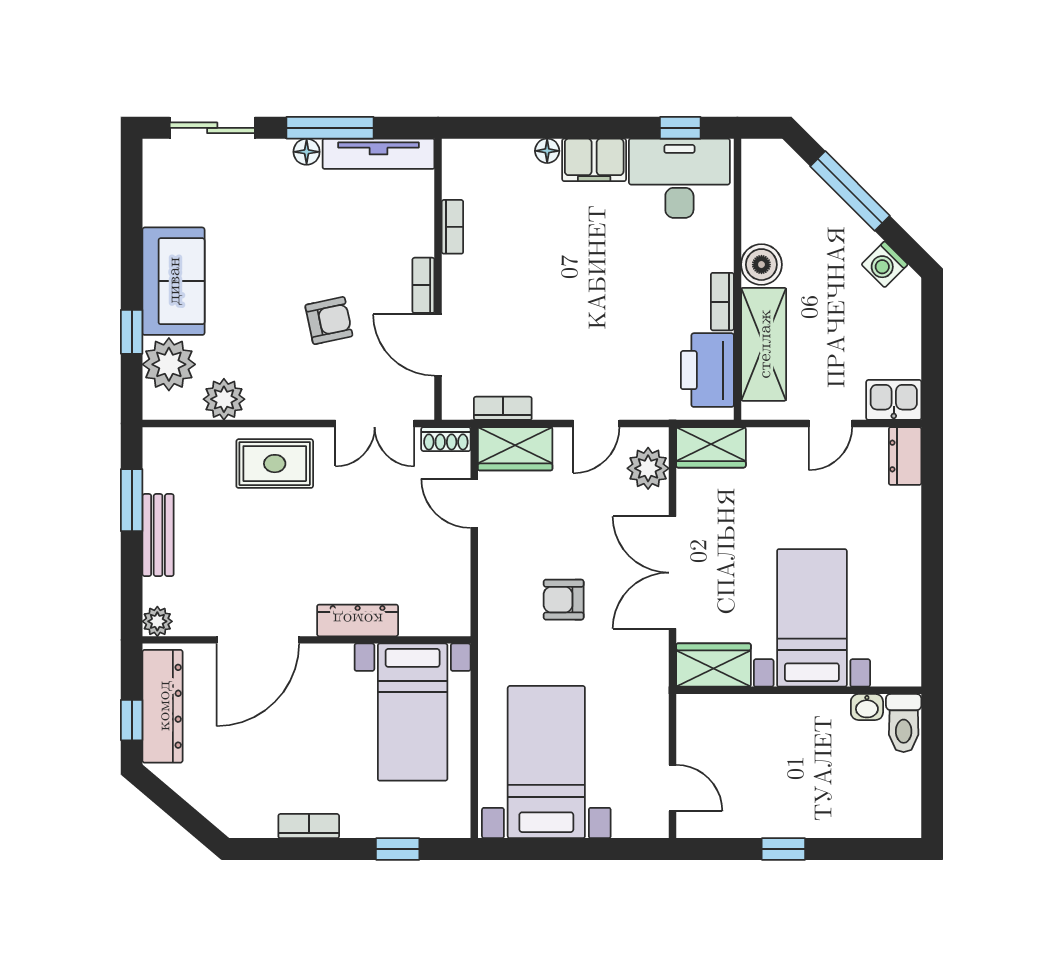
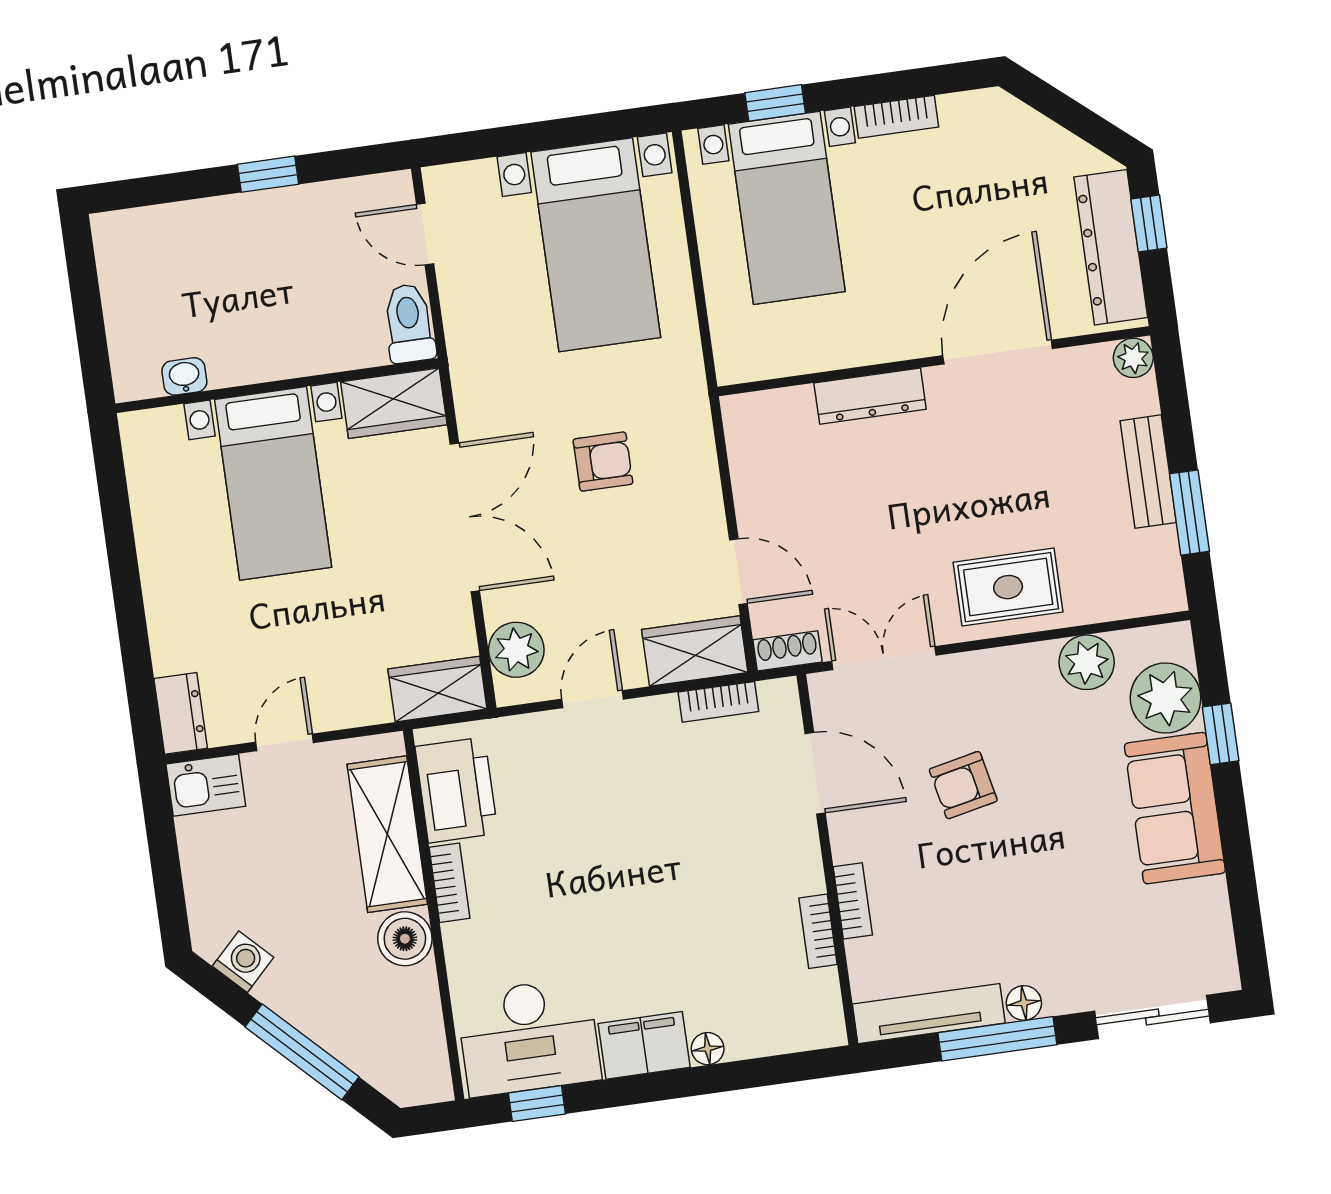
bookcase: (423, 285) -> (853, 901), moved
bed with nightstands: (413, 712) -> (787, 208), moved, turned 180
toilet: (904, 723) -> (409, 323), moved

